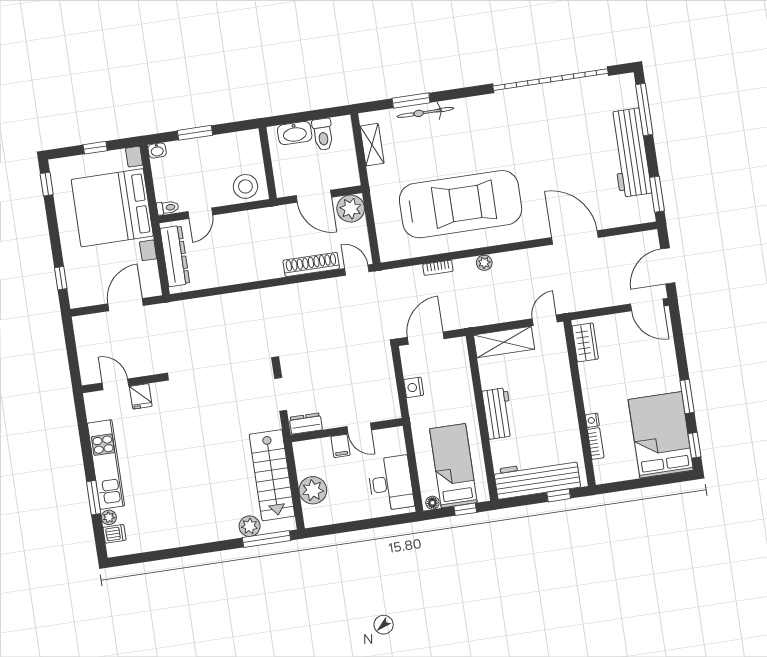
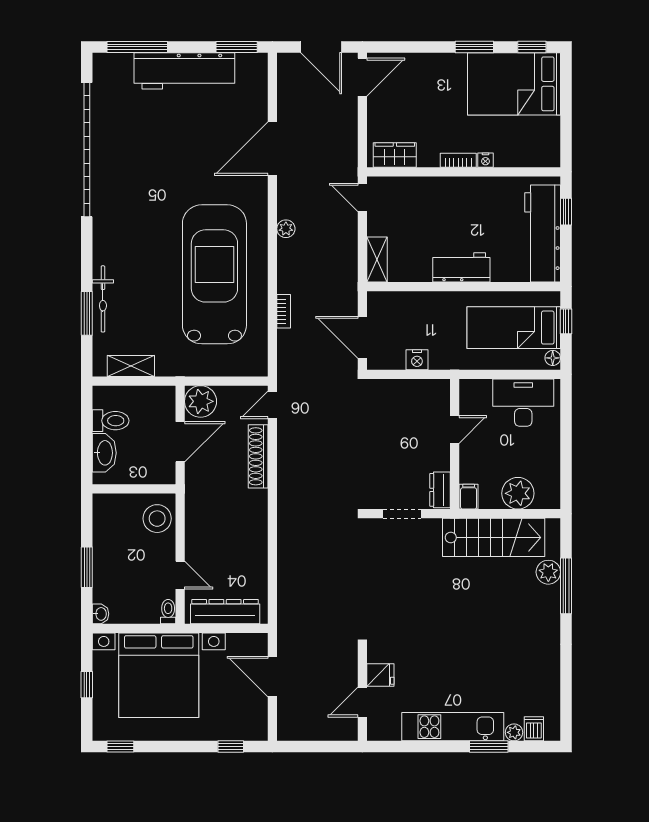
plant: (484, 263) -> (286, 229), moved
shelving: (504, 342) -> (377, 259), width x0.67, depth x0.75
bookcase: (596, 444) -> (458, 160), moved
filing cabinet: (340, 446) -> (469, 497), moved, turned -90
window: (267, 539) -> (566, 586), moved

